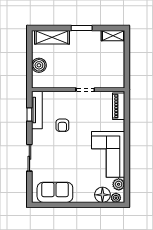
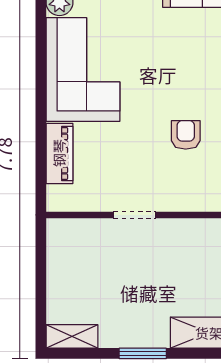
piano: (119, 106) -> (59, 153), moved

